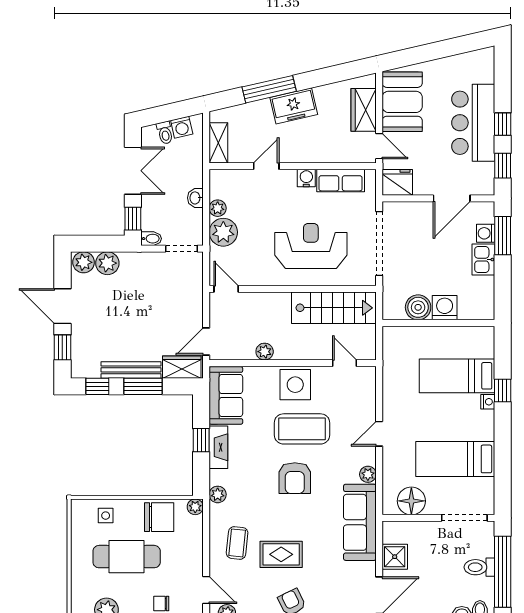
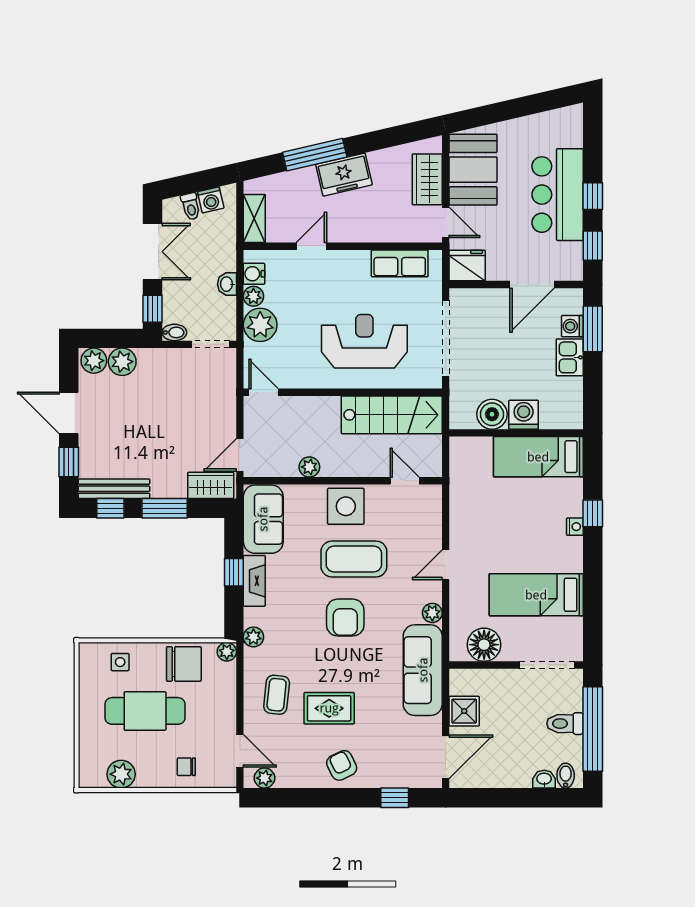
water cooler: (306, 178) -> (254, 274), moved, turned -90
bench: (131, 370) -> (114, 489), moved
bed: (457, 376) -> (538, 457), moved

